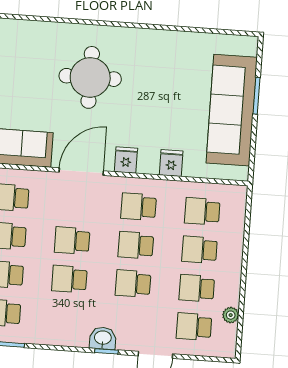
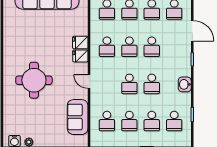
fridge: (171, 163) -> (80, 43), moved
door: (81, 172) -> (89, 82), width x0.53
washbasin: (103, 338) -> (185, 84), moved

